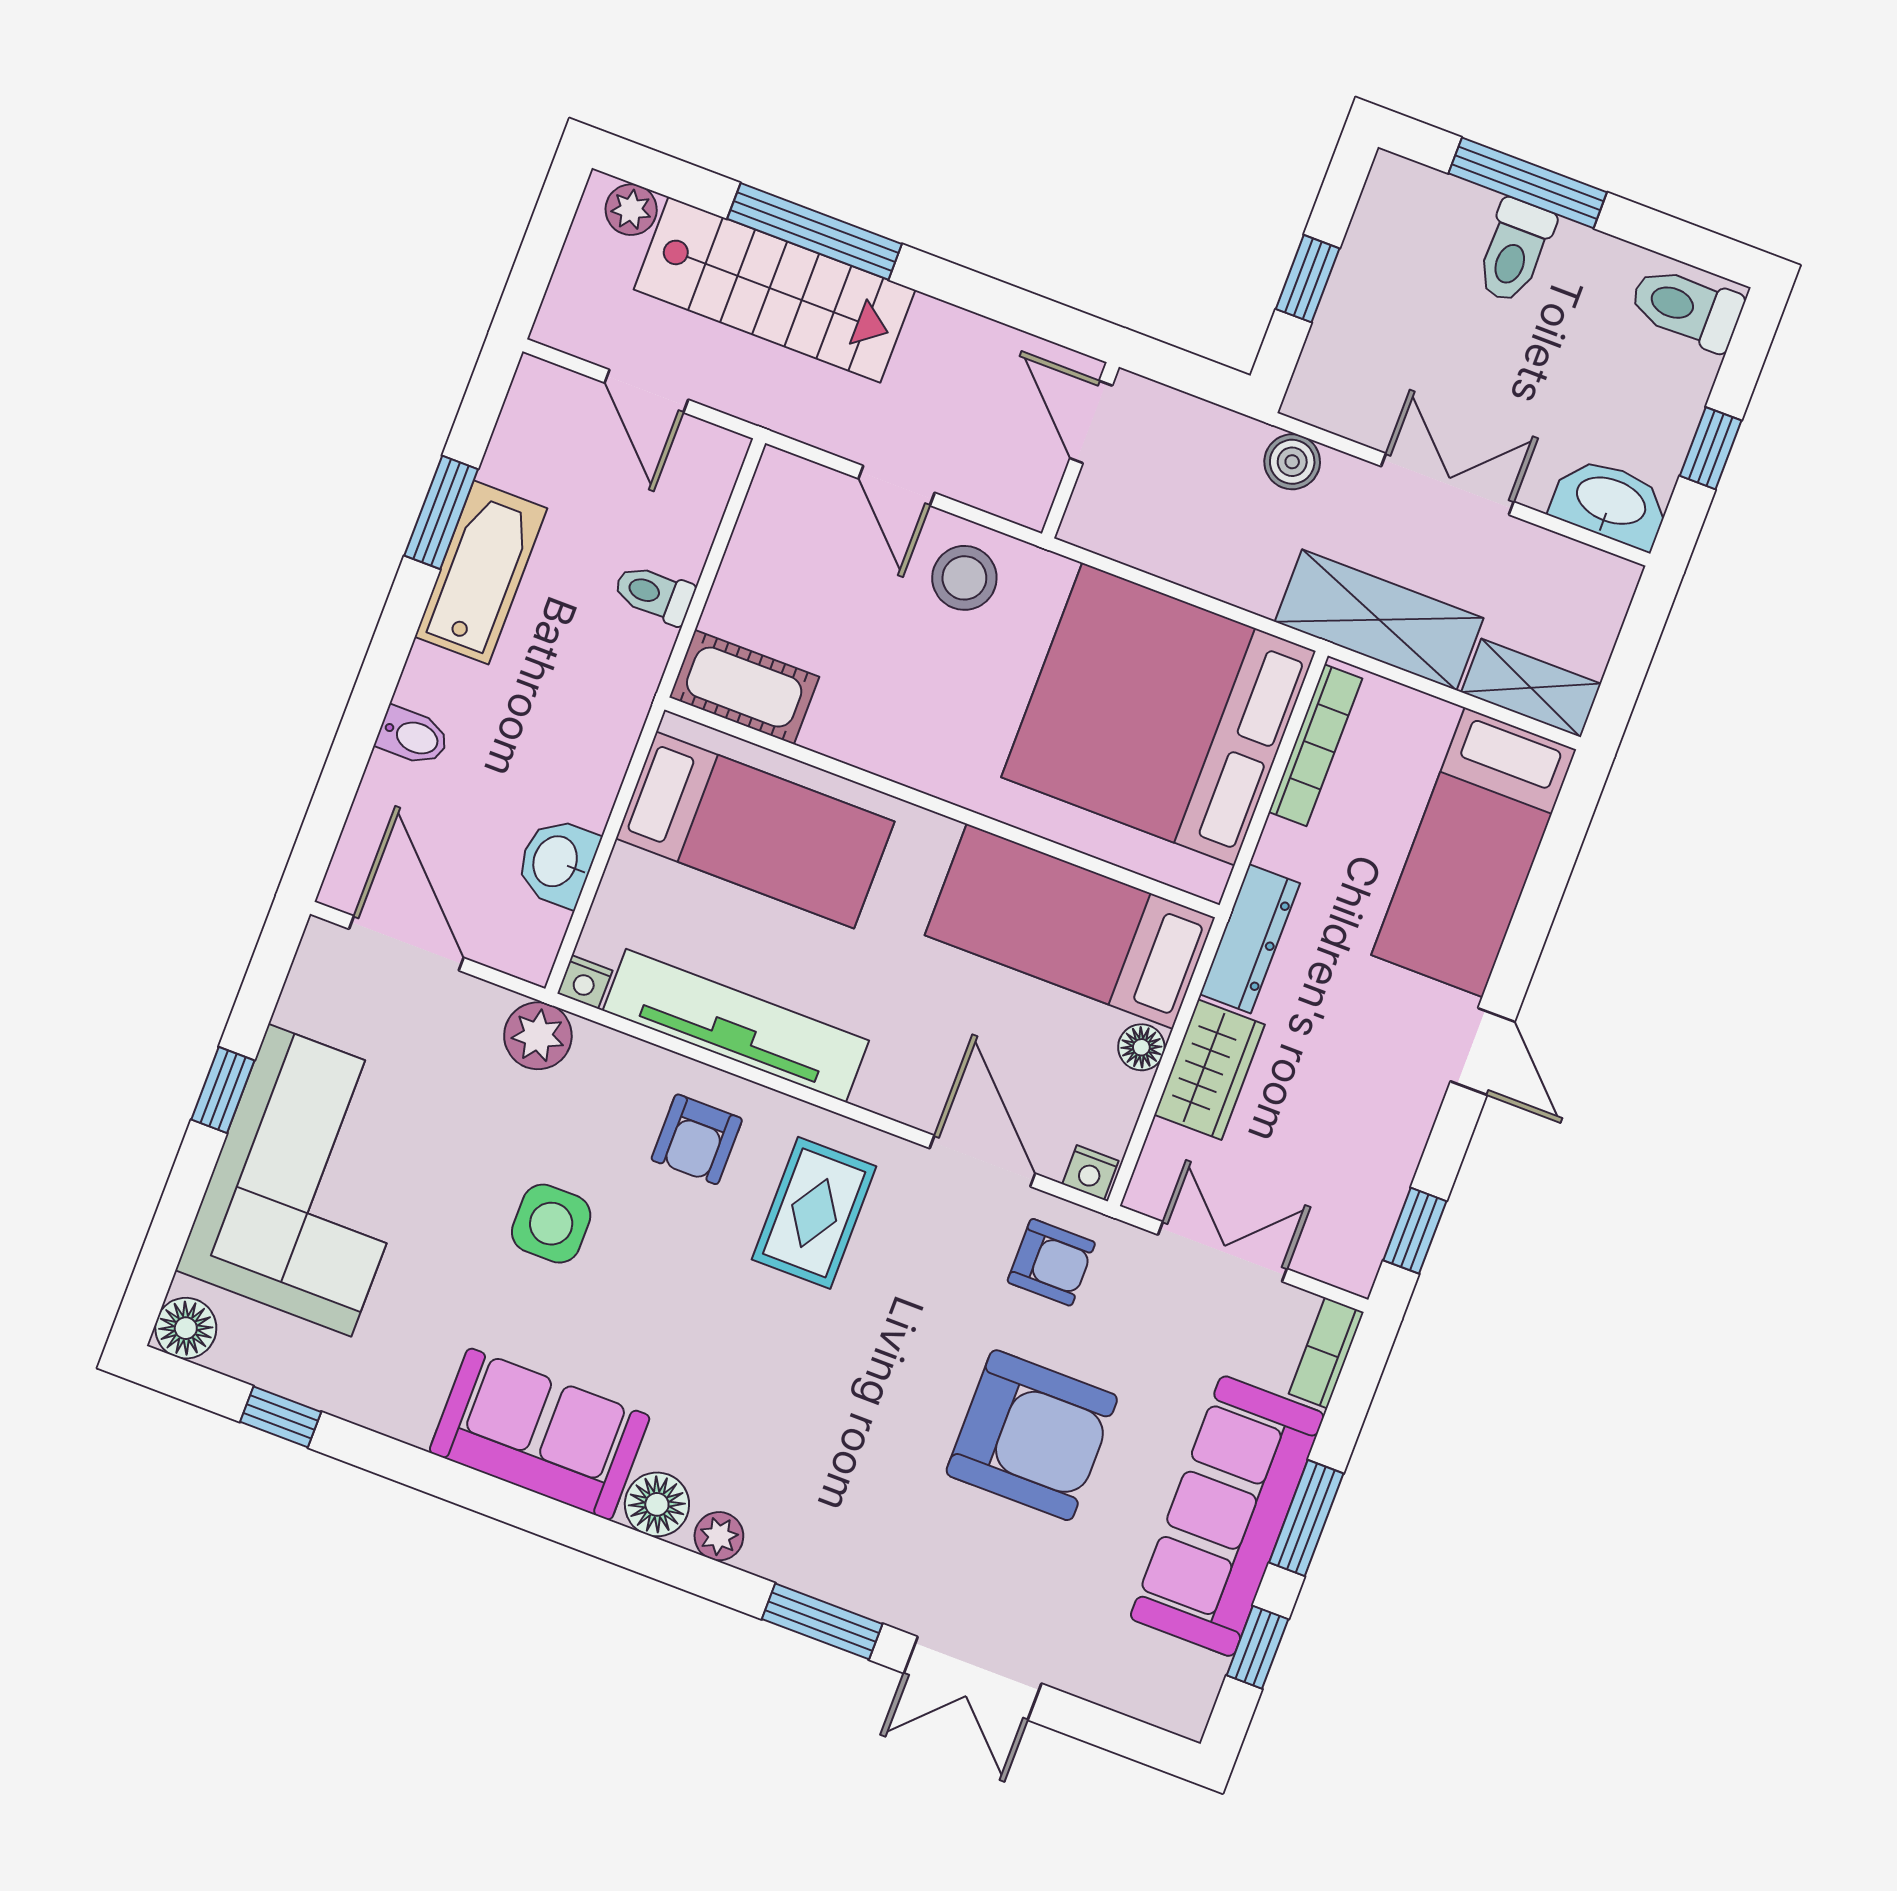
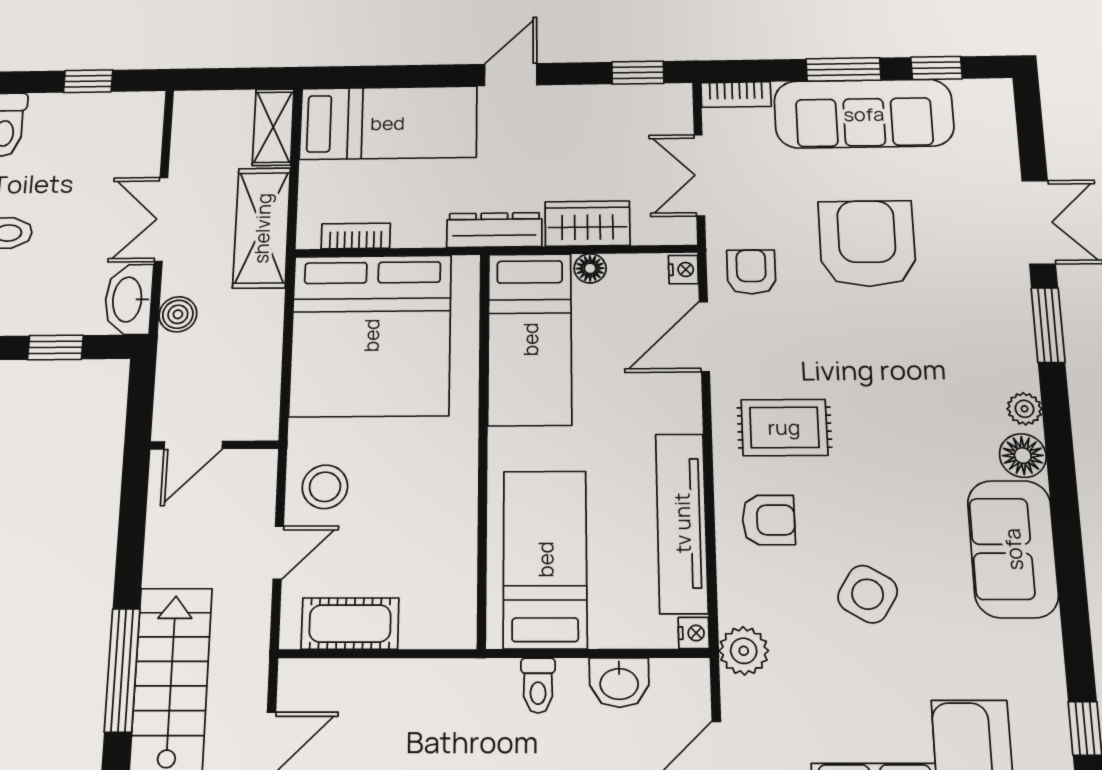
washbasin: (1610, 503) -> (129, 299), moved
toilet: (654, 594) -> (538, 685), moved
cot: (744, 687) -> (350, 624), moved, turned 90
bookcase: (1315, 745) -> (356, 236), width x0.64
side table: (551, 1224) -> (868, 594), turned 31

